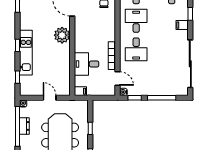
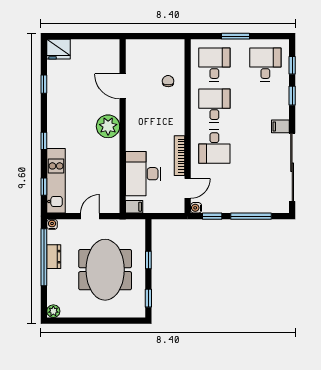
filing cabinet: (182, 25) -> (280, 126), moved
kitchen unit: (26, 53) -> (56, 181), moved
desk: (87, 64) -> (143, 174), width x1.37
door: (118, 78) -> (188, 188), hinge flipped
door: (50, 98) -> (90, 216), hinge flipped

